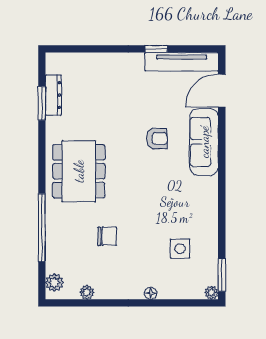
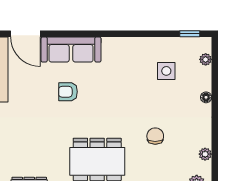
armchair: (157, 139) -> (68, 92), turned -90
window: (222, 275) -> (190, 34), width x0.67
plant: (211, 293) -> (206, 59), moved

